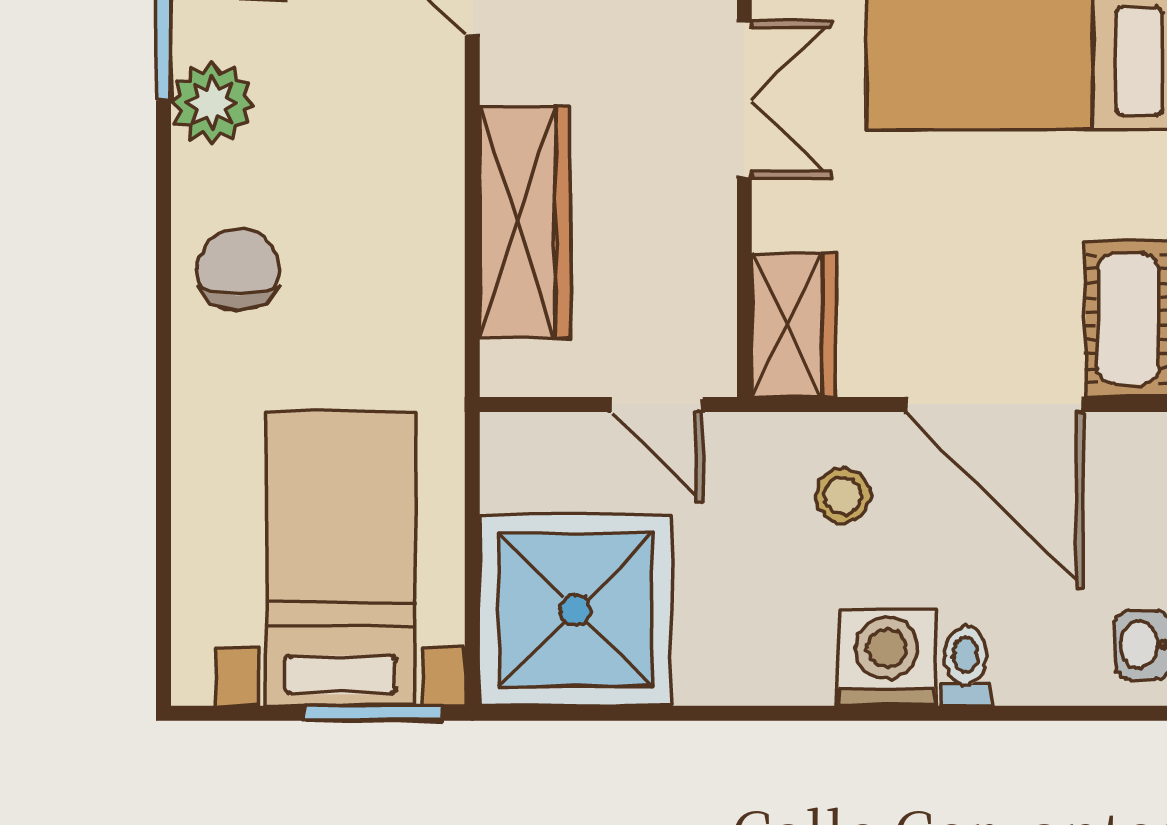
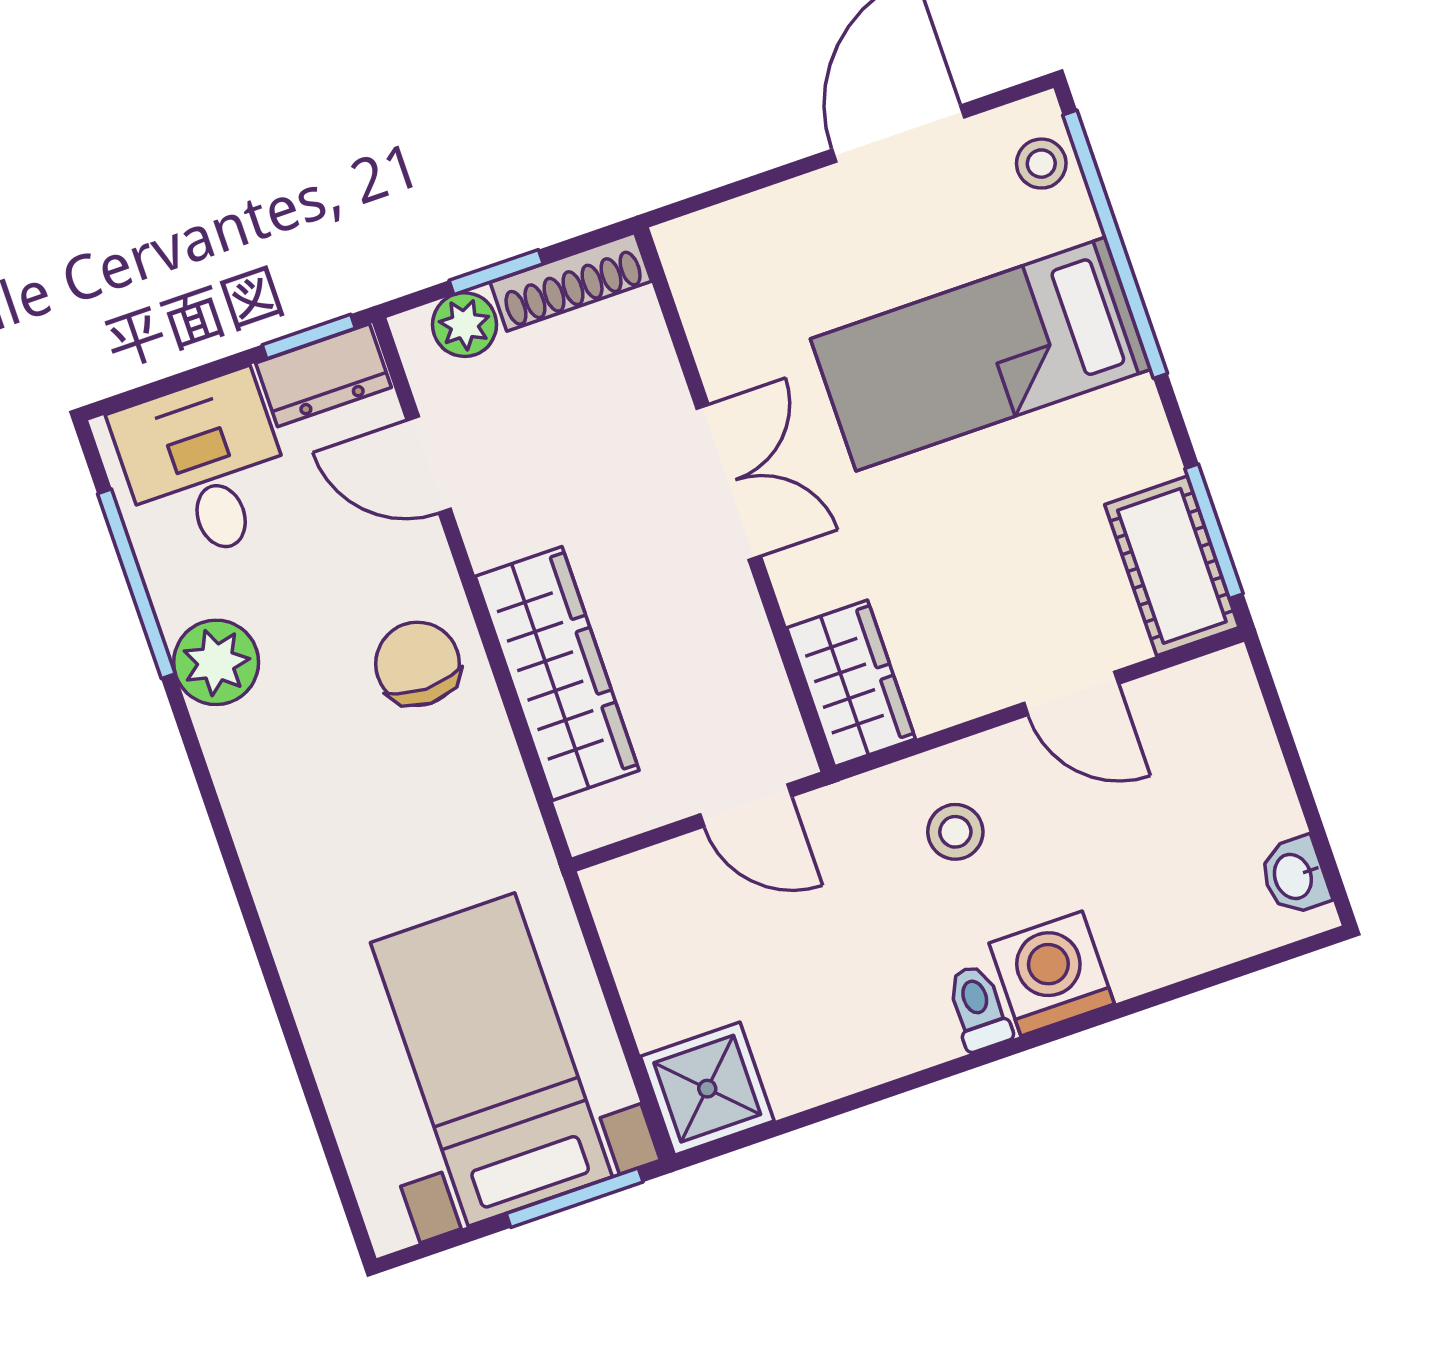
chair: (238, 270) -> (418, 664), moved
door: (994, 404) -> (1071, 693), width x0.53
shower: (576, 610) -> (707, 1089), width x0.54, depth x0.54
toilet: (966, 666) -> (978, 1008), moved

